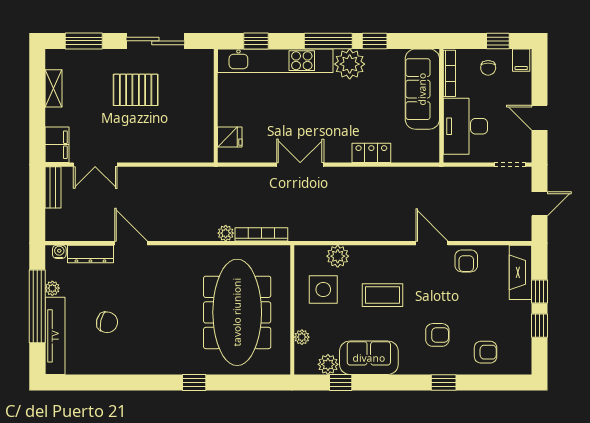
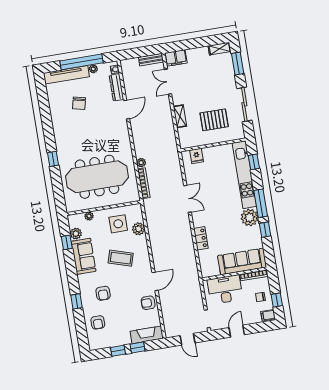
shelving: (53, 88) -> (220, 49), moved
pallet: (136, 90) -> (214, 120), moved, turned 90
shelving: (157, 154) -> (180, 116), added
coffee table: (383, 295) -> (121, 258), turned -73

